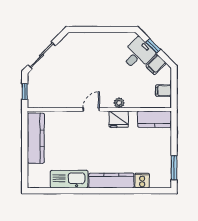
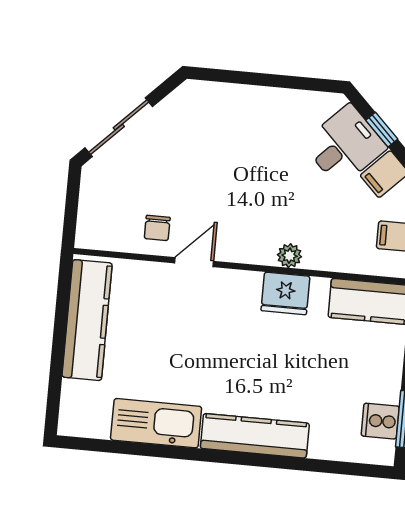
window: (25, 92) -> (71, 208), removed
chair: (62, 96) -> (157, 228), added
door: (91, 109) -> (194, 262), moved
cooker: (142, 181) -> (380, 421), moved, turned -90

